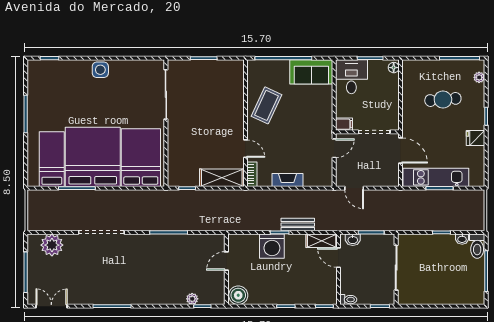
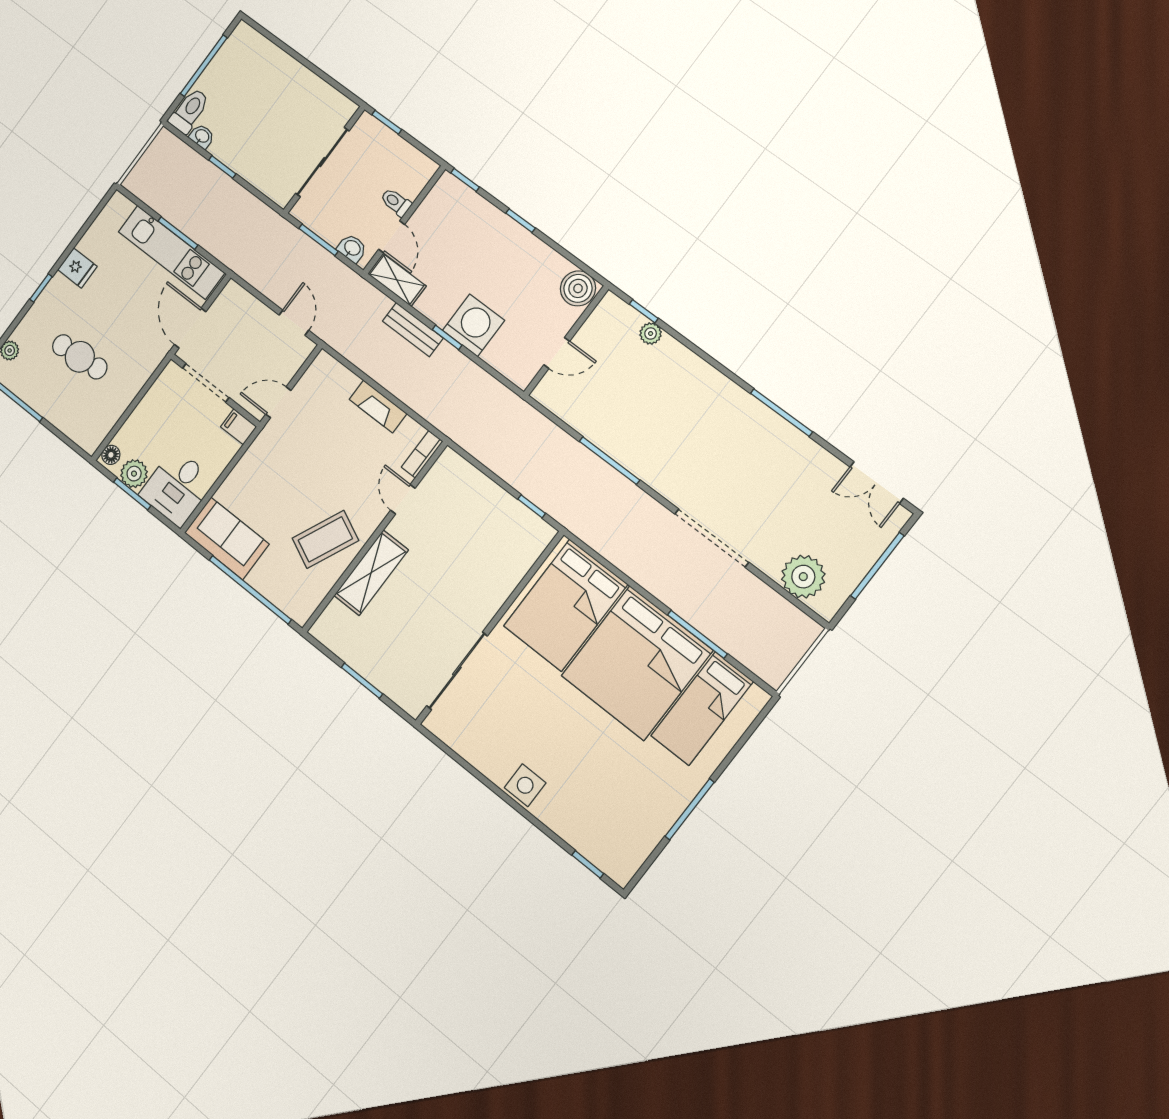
plant: (376, 68) -> (134, 474), added
shelving: (222, 178) -> (371, 573), moved, turned 90
toilet: (348, 300) -> (396, 202), moved

